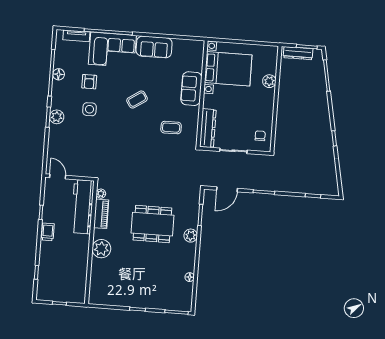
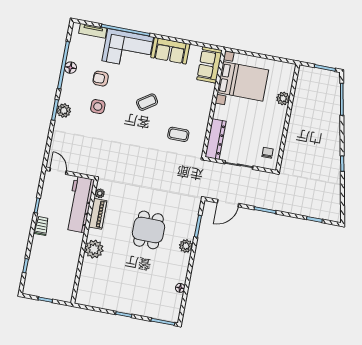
dresser: (298, 53) -> (315, 73), removed
armchair: (89, 82) -> (101, 79), turned 90
sofa: (191, 89) -> (209, 65), moved
dining table: (152, 224) -> (149, 230), width x0.73

